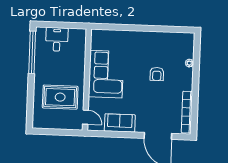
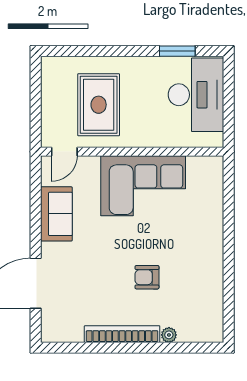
desk: (57, 39) -> (196, 95), width x1.87, depth x1.30
window: (32, 52) -> (177, 51), width x0.47
bookcase: (187, 112) -> (122, 334), moved

